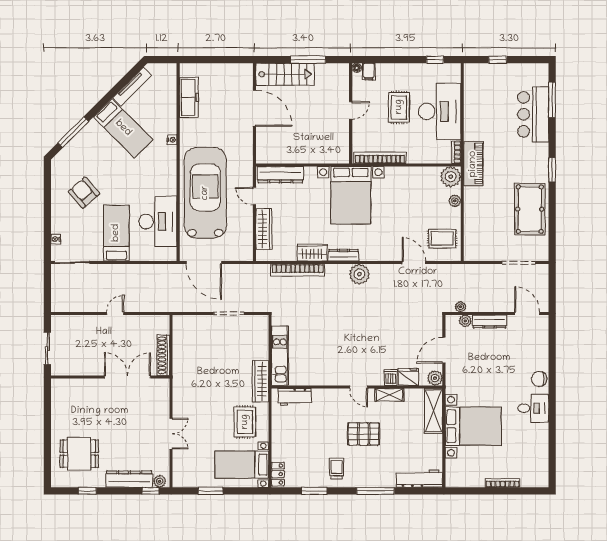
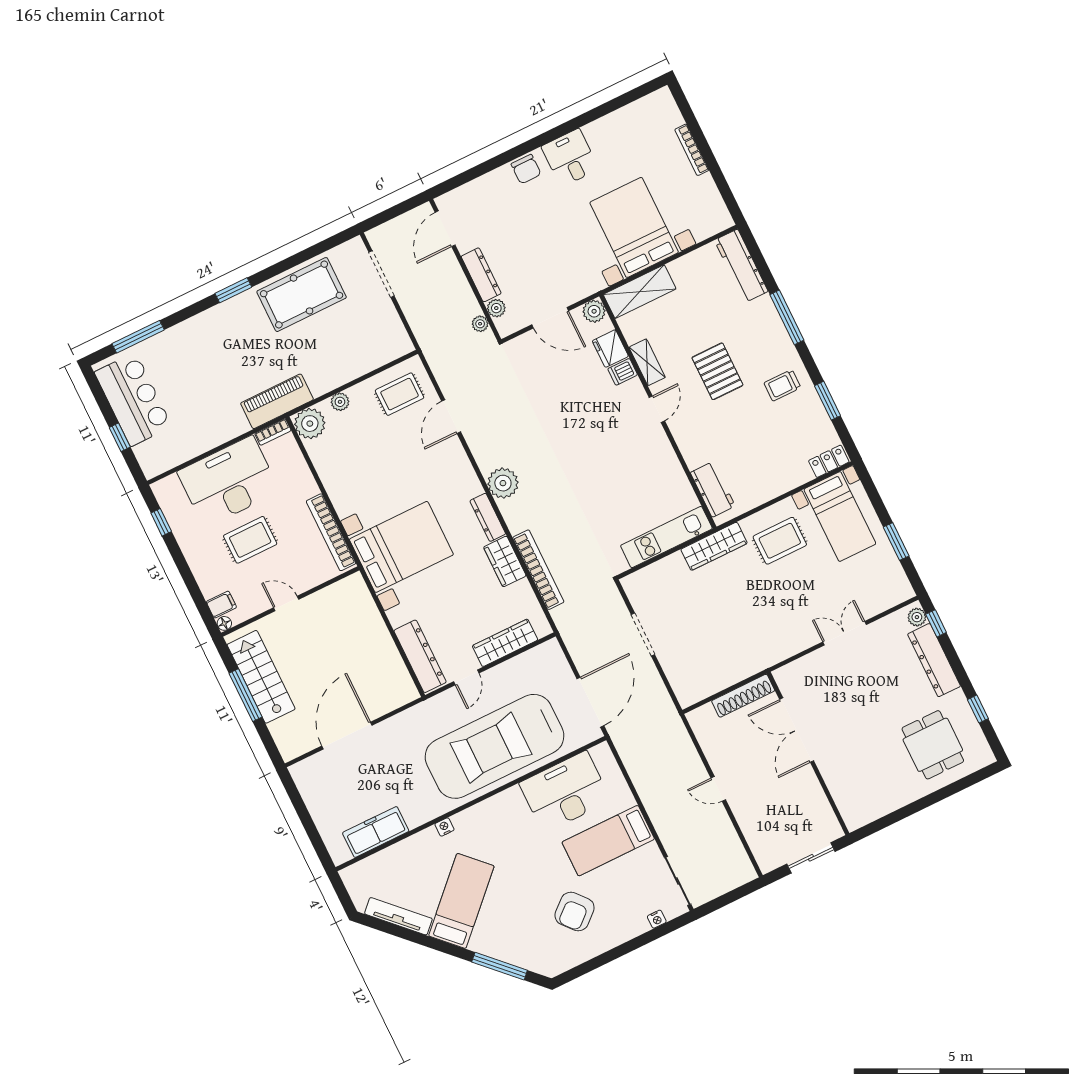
stairs: (285, 74) -> (261, 677), moved
bar counter: (533, 114) -> (133, 399), moved, turned -90
rug: (442, 238) -> (400, 394), turned 90

